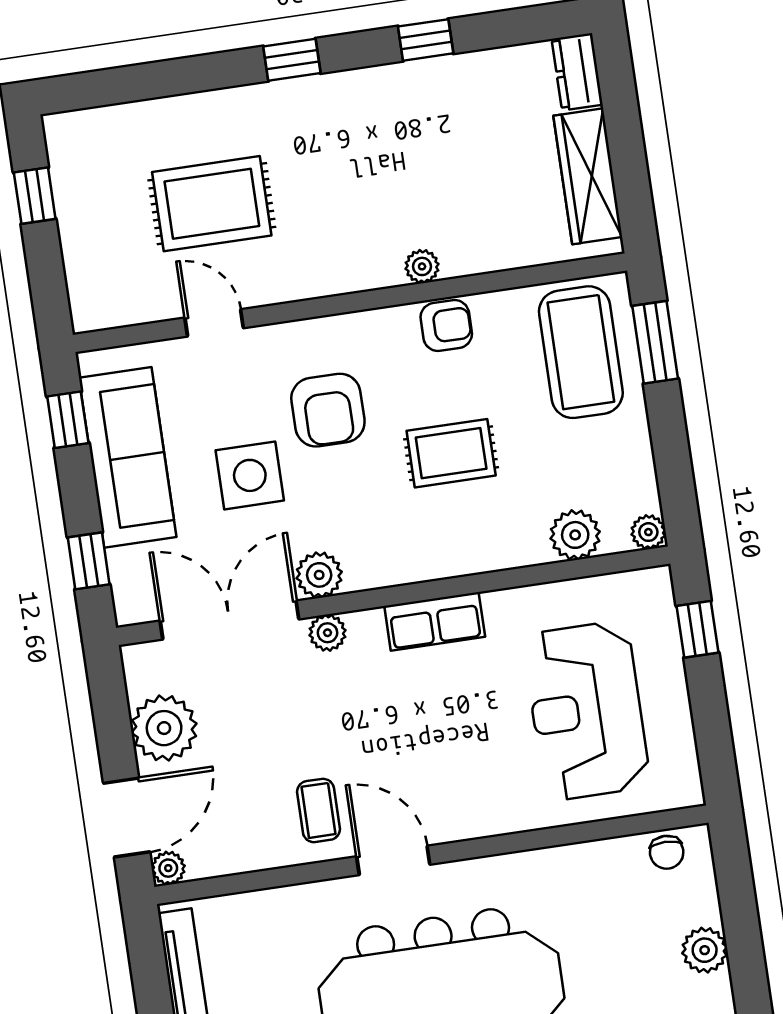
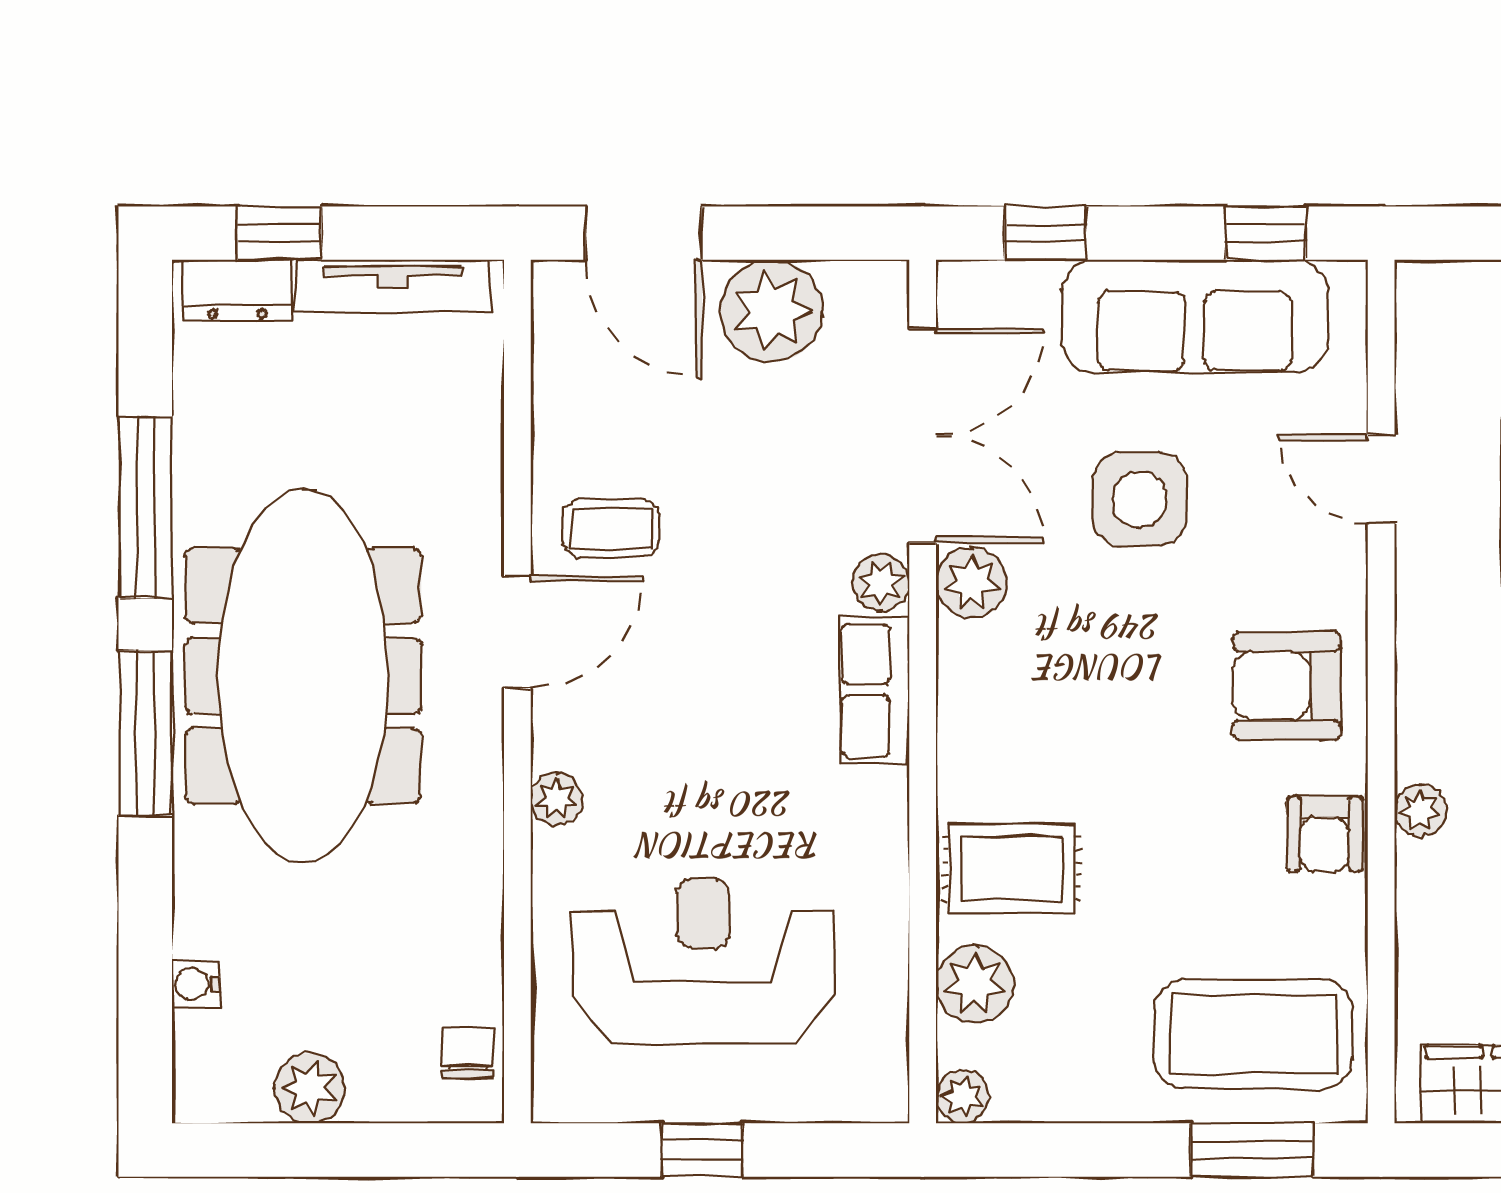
door: (214, 323) -> (1381, 479), swing flipped
armchair: (328, 410) -> (1287, 686), moved
rug: (451, 453) -> (1012, 868), moved, turned 90
row of seats: (435, 621) -> (874, 690), moved
window: (697, 629) -> (702, 1150), moved
chair: (667, 852) -> (468, 1052), turned 90
plant: (168, 868) -> (557, 799), moved

